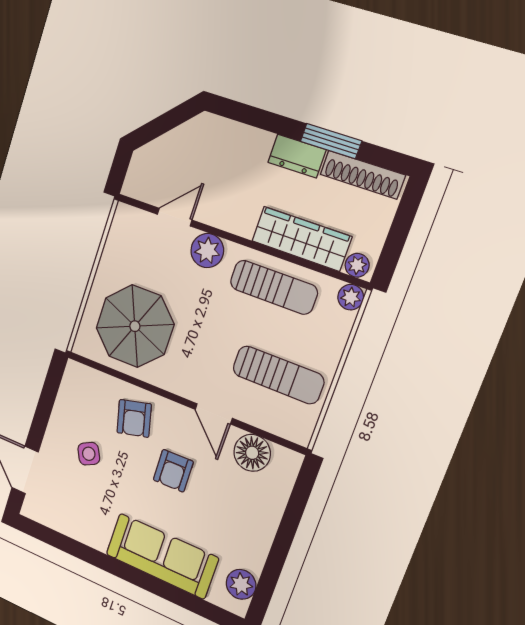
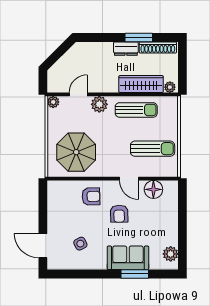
plant: (351, 297) -> (53, 102), moved
armchair: (134, 418) -> (91, 196), turned -78
side table: (89, 454) -> (80, 244), moved
sofa: (162, 556) -> (128, 258), width x0.73
window: (164, 590) -> (135, 274), added

